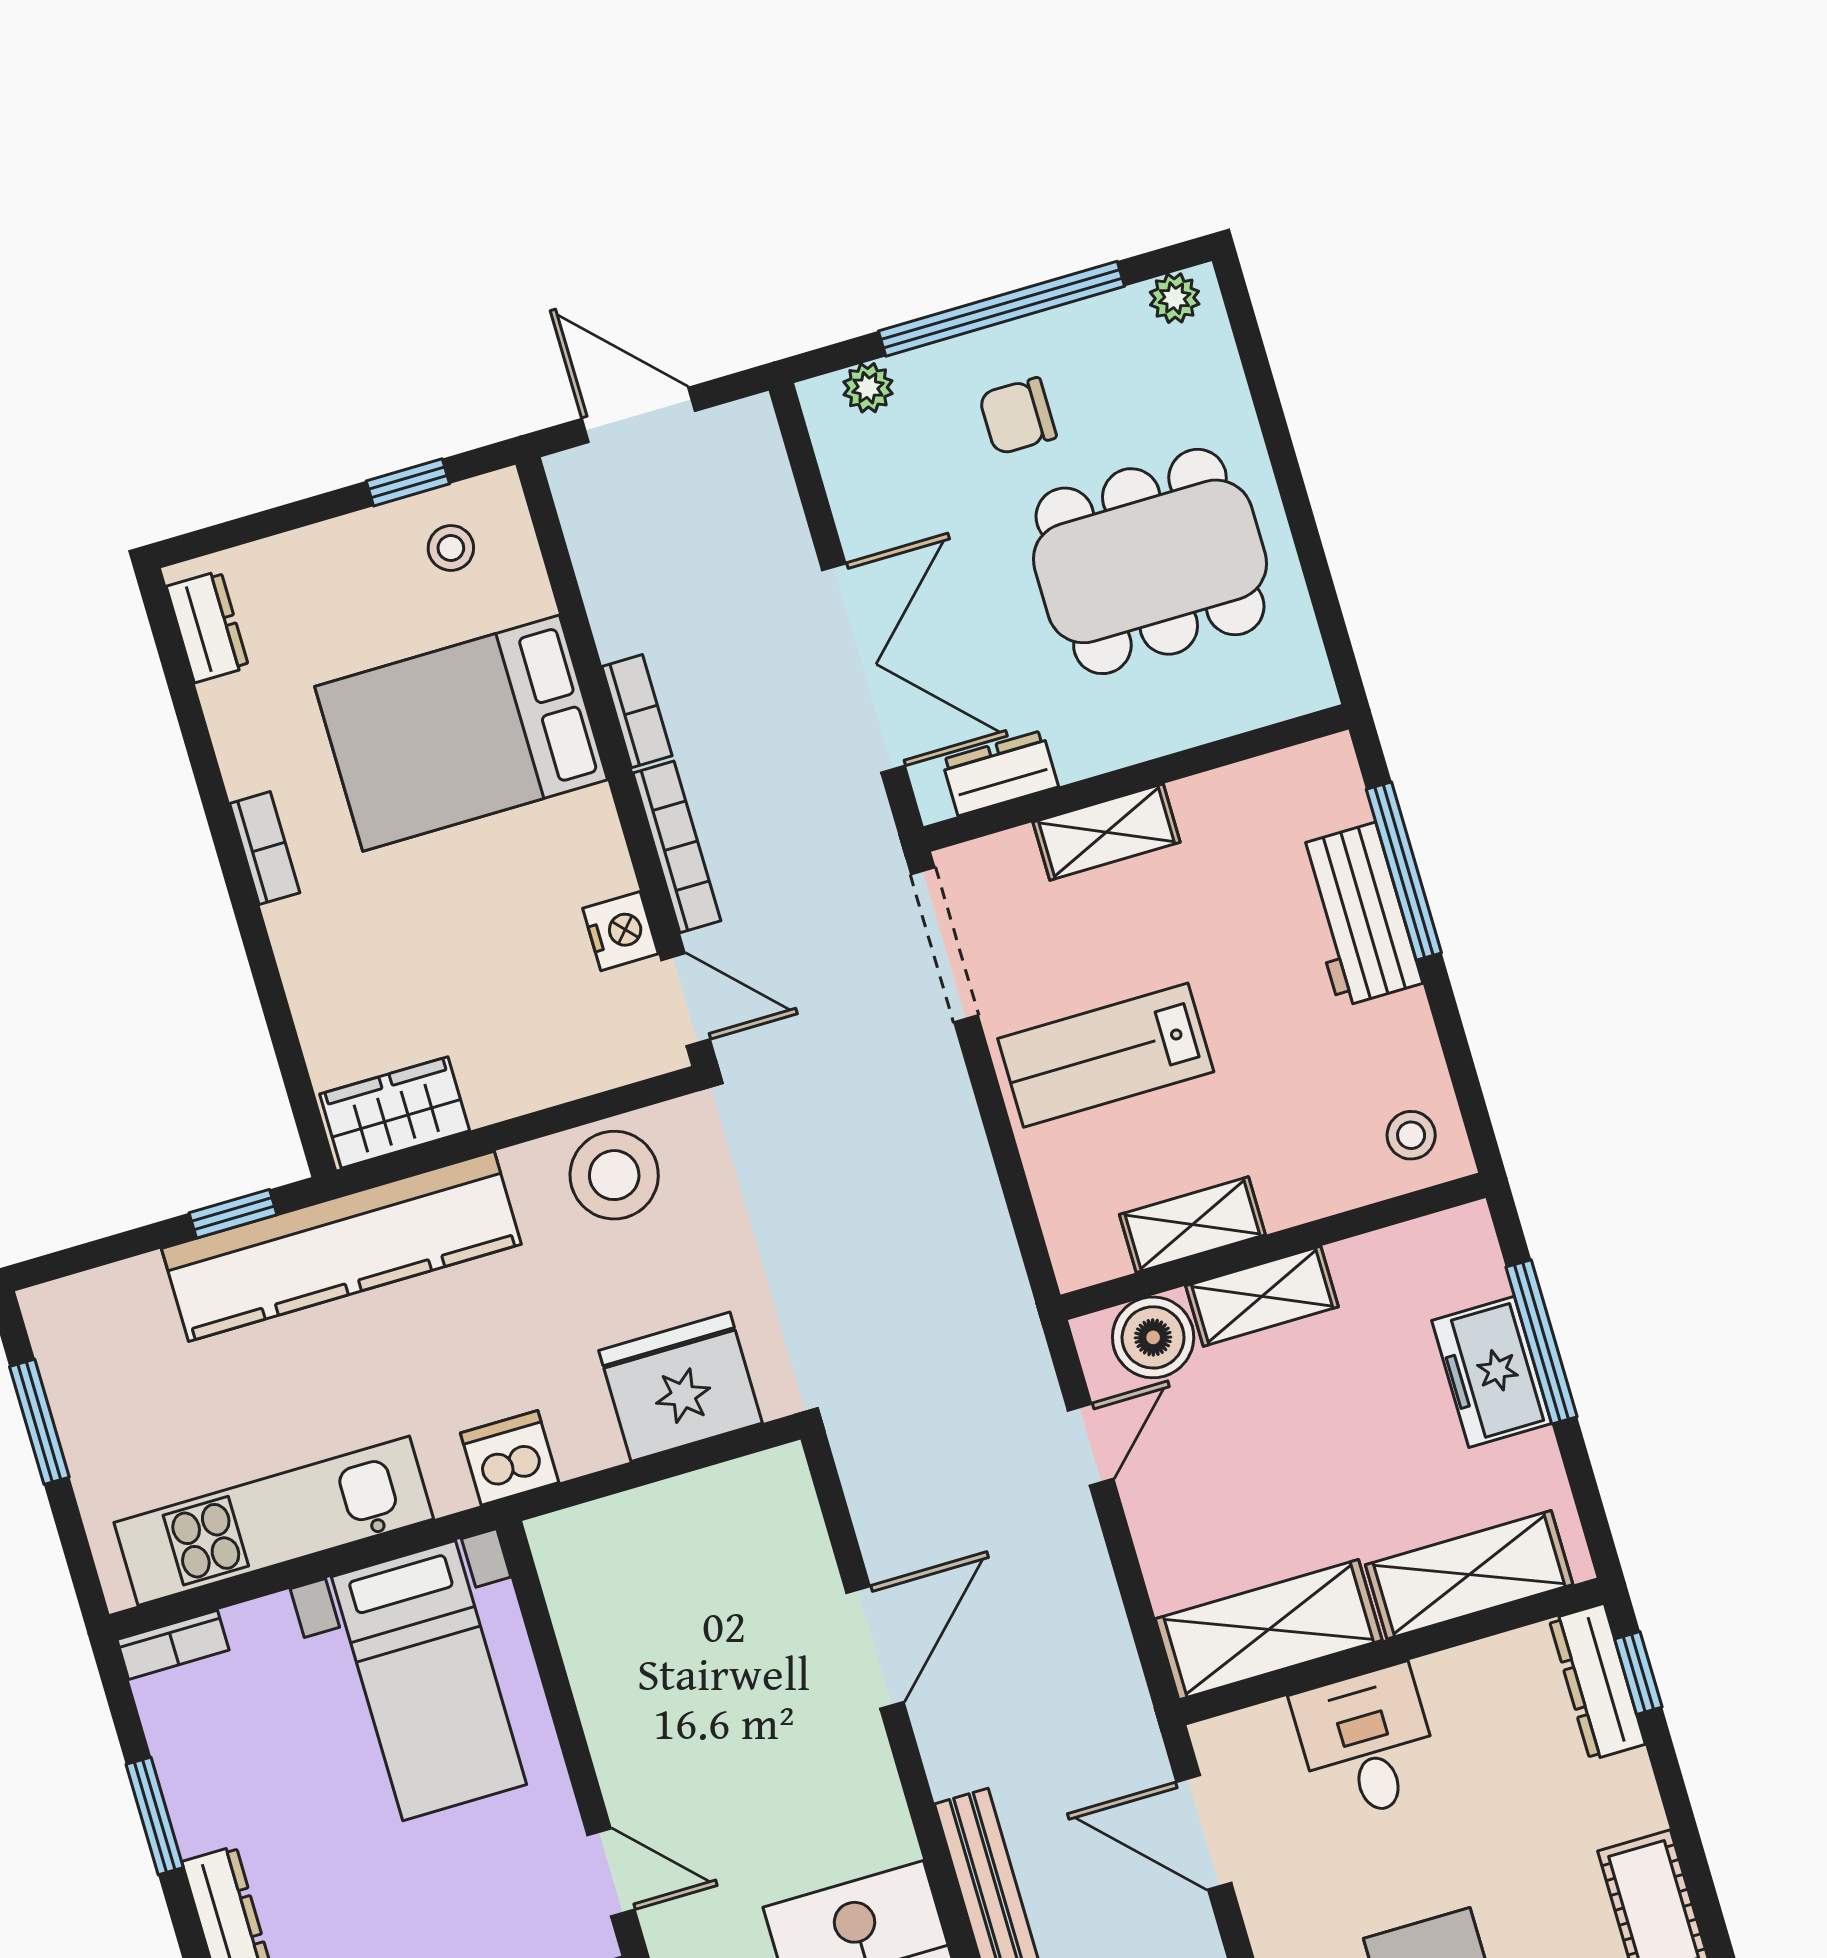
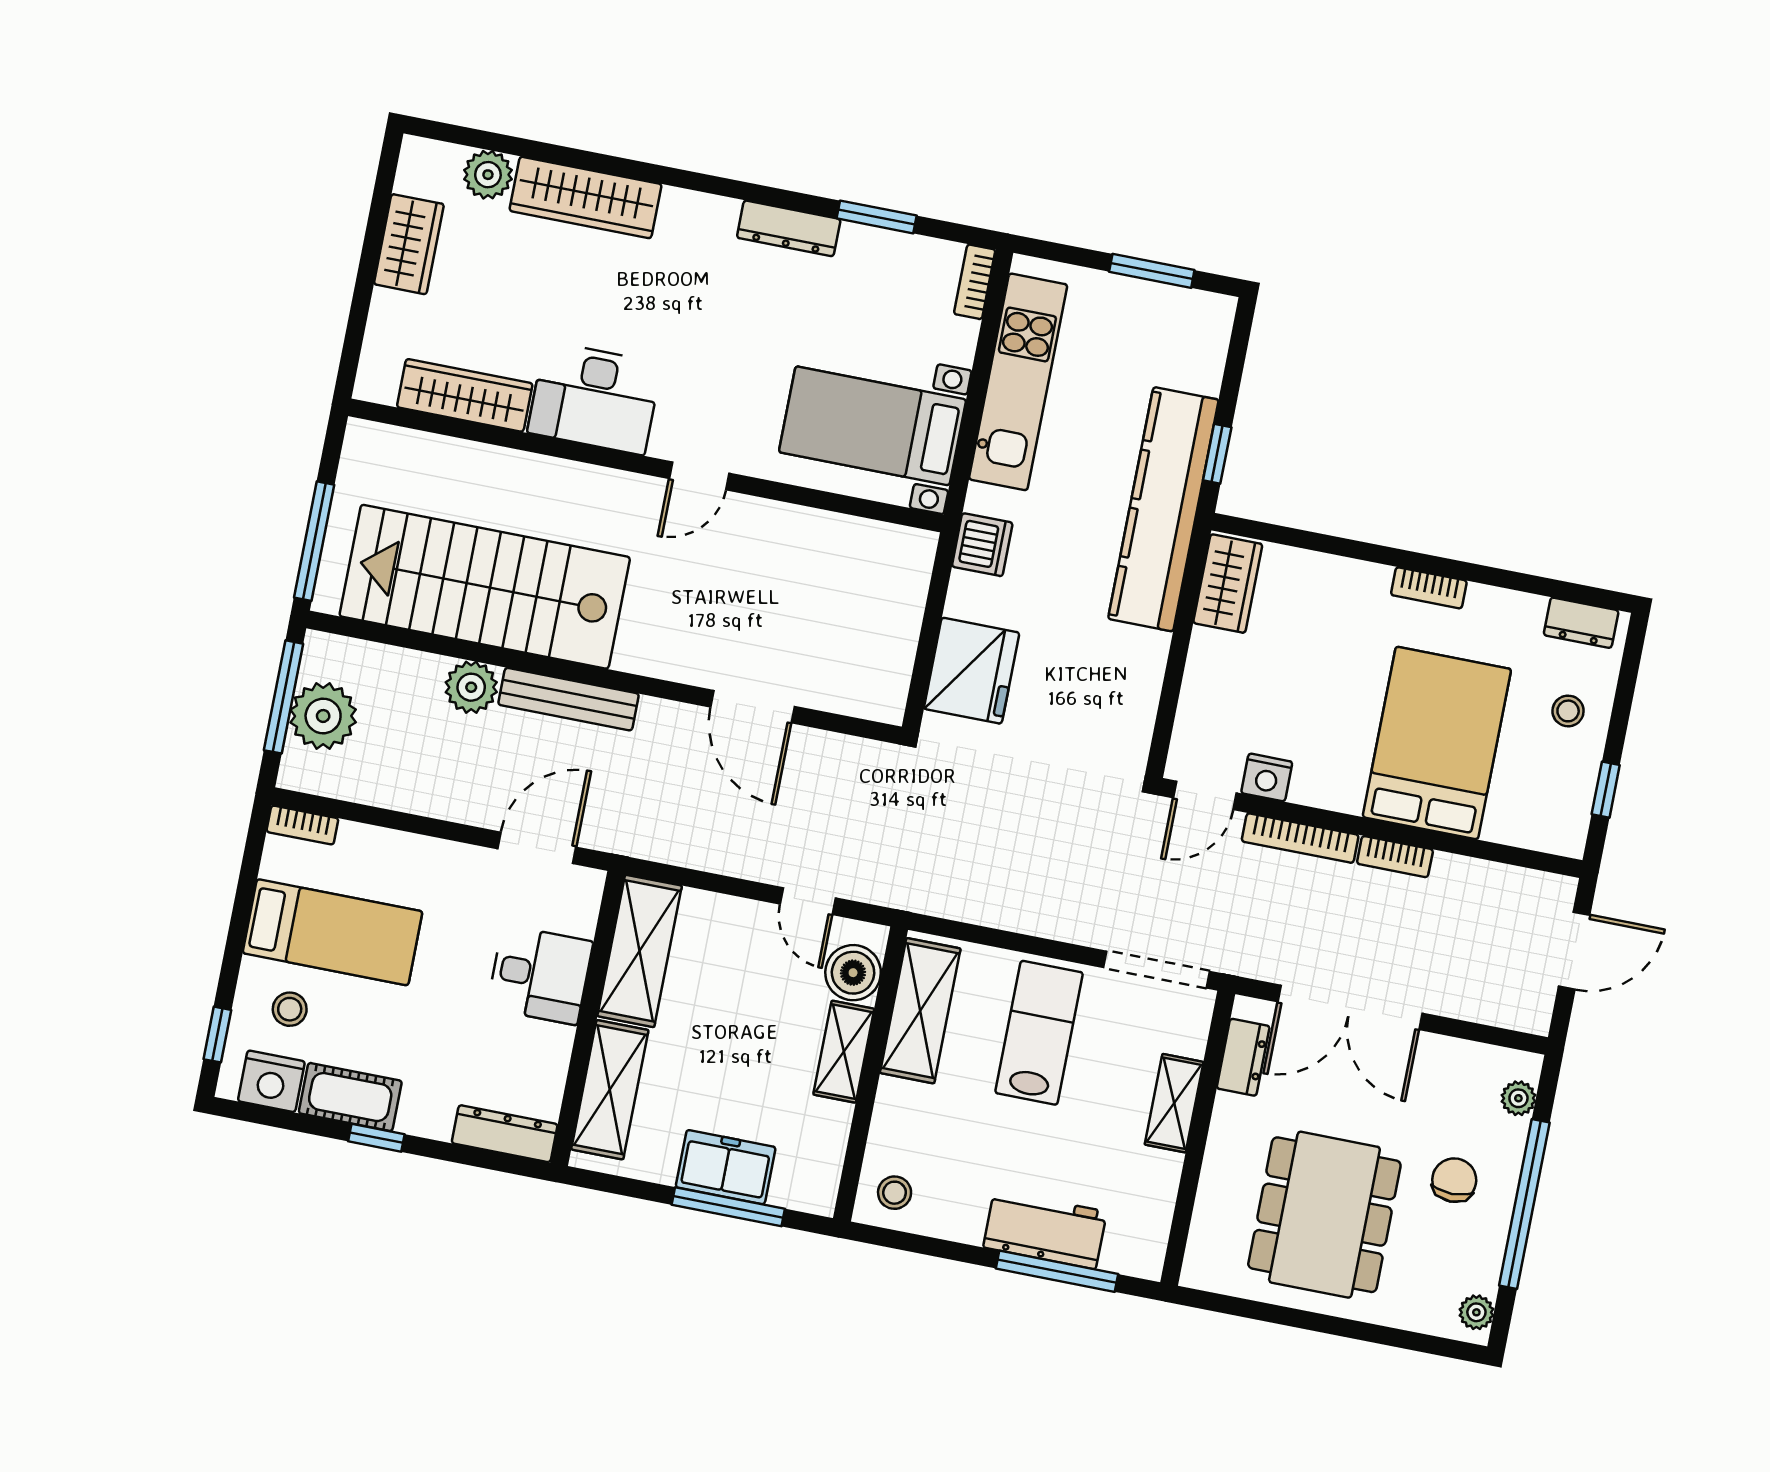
stool: (451, 548) -> (1568, 711), moved
stool: (614, 1175) -> (1121, 697), removed
shelving: (1192, 1225) -> (920, 1011), width x1.50, depth x1.33
window: (1638, 1673) -> (376, 1138), moved

